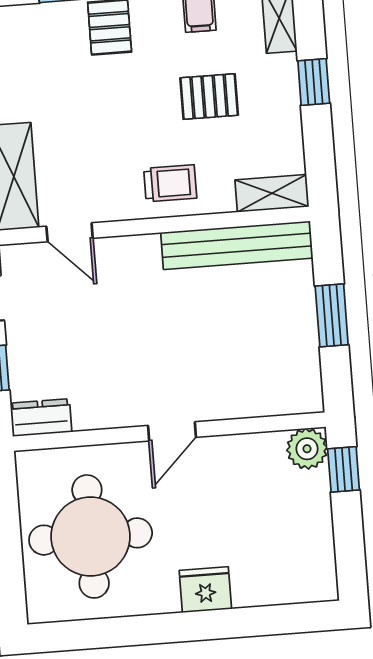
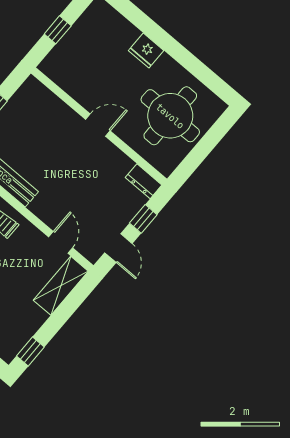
plant: (307, 449) -> (52, 66), removed
window: (344, 469) -> (58, 30), moved

